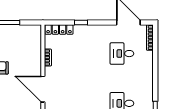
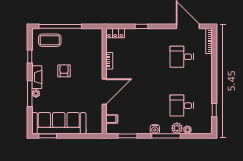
locker: (59, 29) -> (115, 33), width x0.66
door: (43, 89) -> (104, 92), swing flipped

